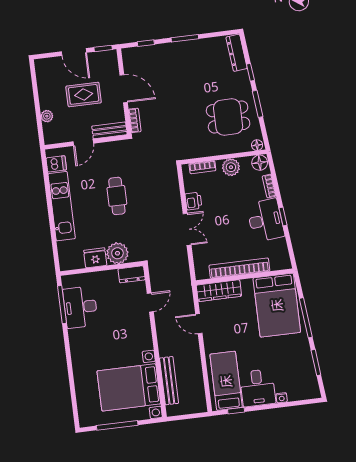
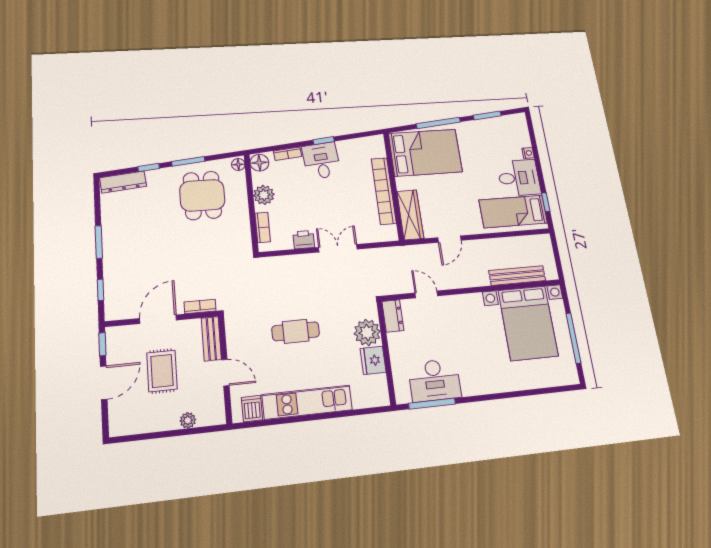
desk: (265, 220) -> (322, 161), width x0.73

